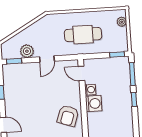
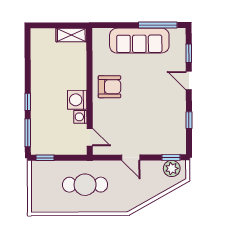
plant: (122, 22) -> (37, 197), removed
plant: (27, 51) -> (172, 168), moved
door: (47, 59) -> (131, 157), swing flipped
armchair: (68, 116) -> (109, 87), turned 71

